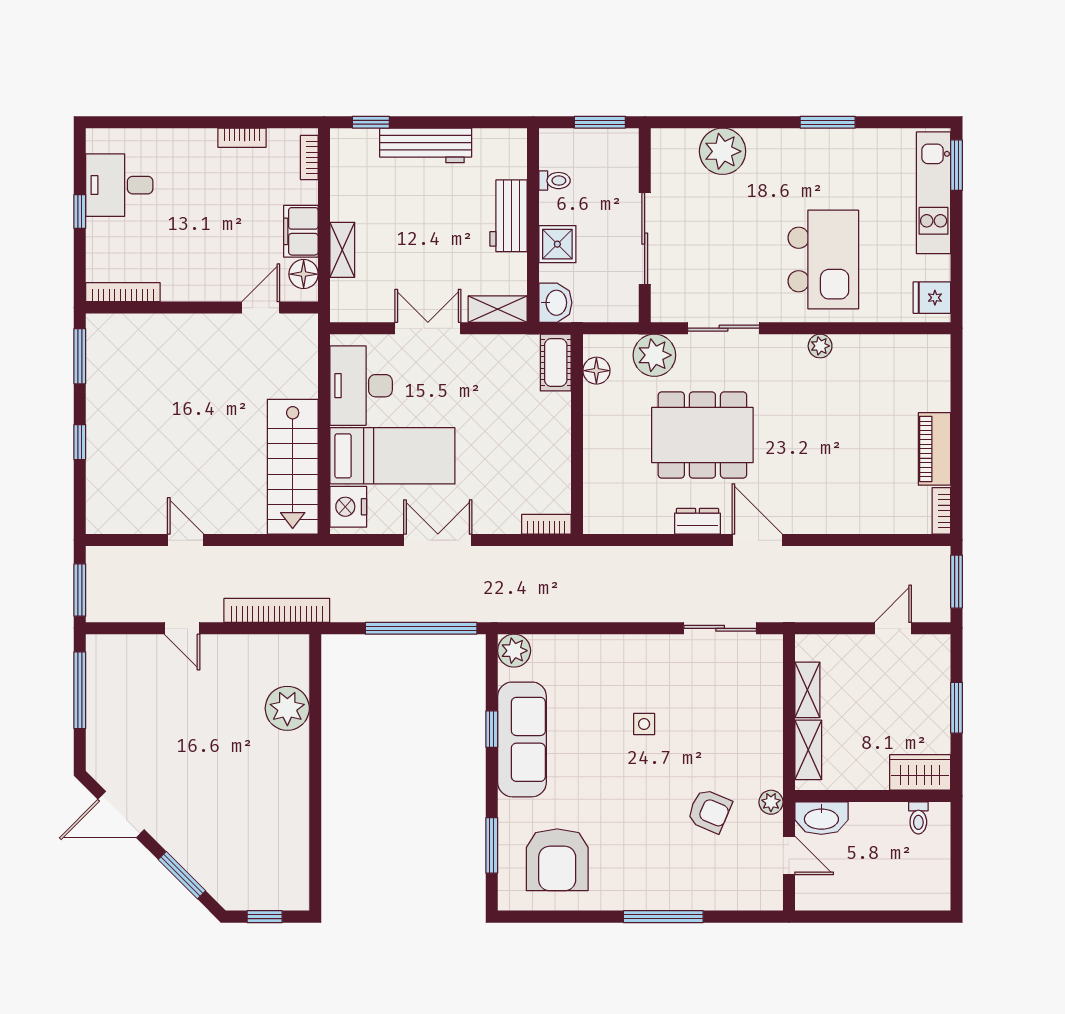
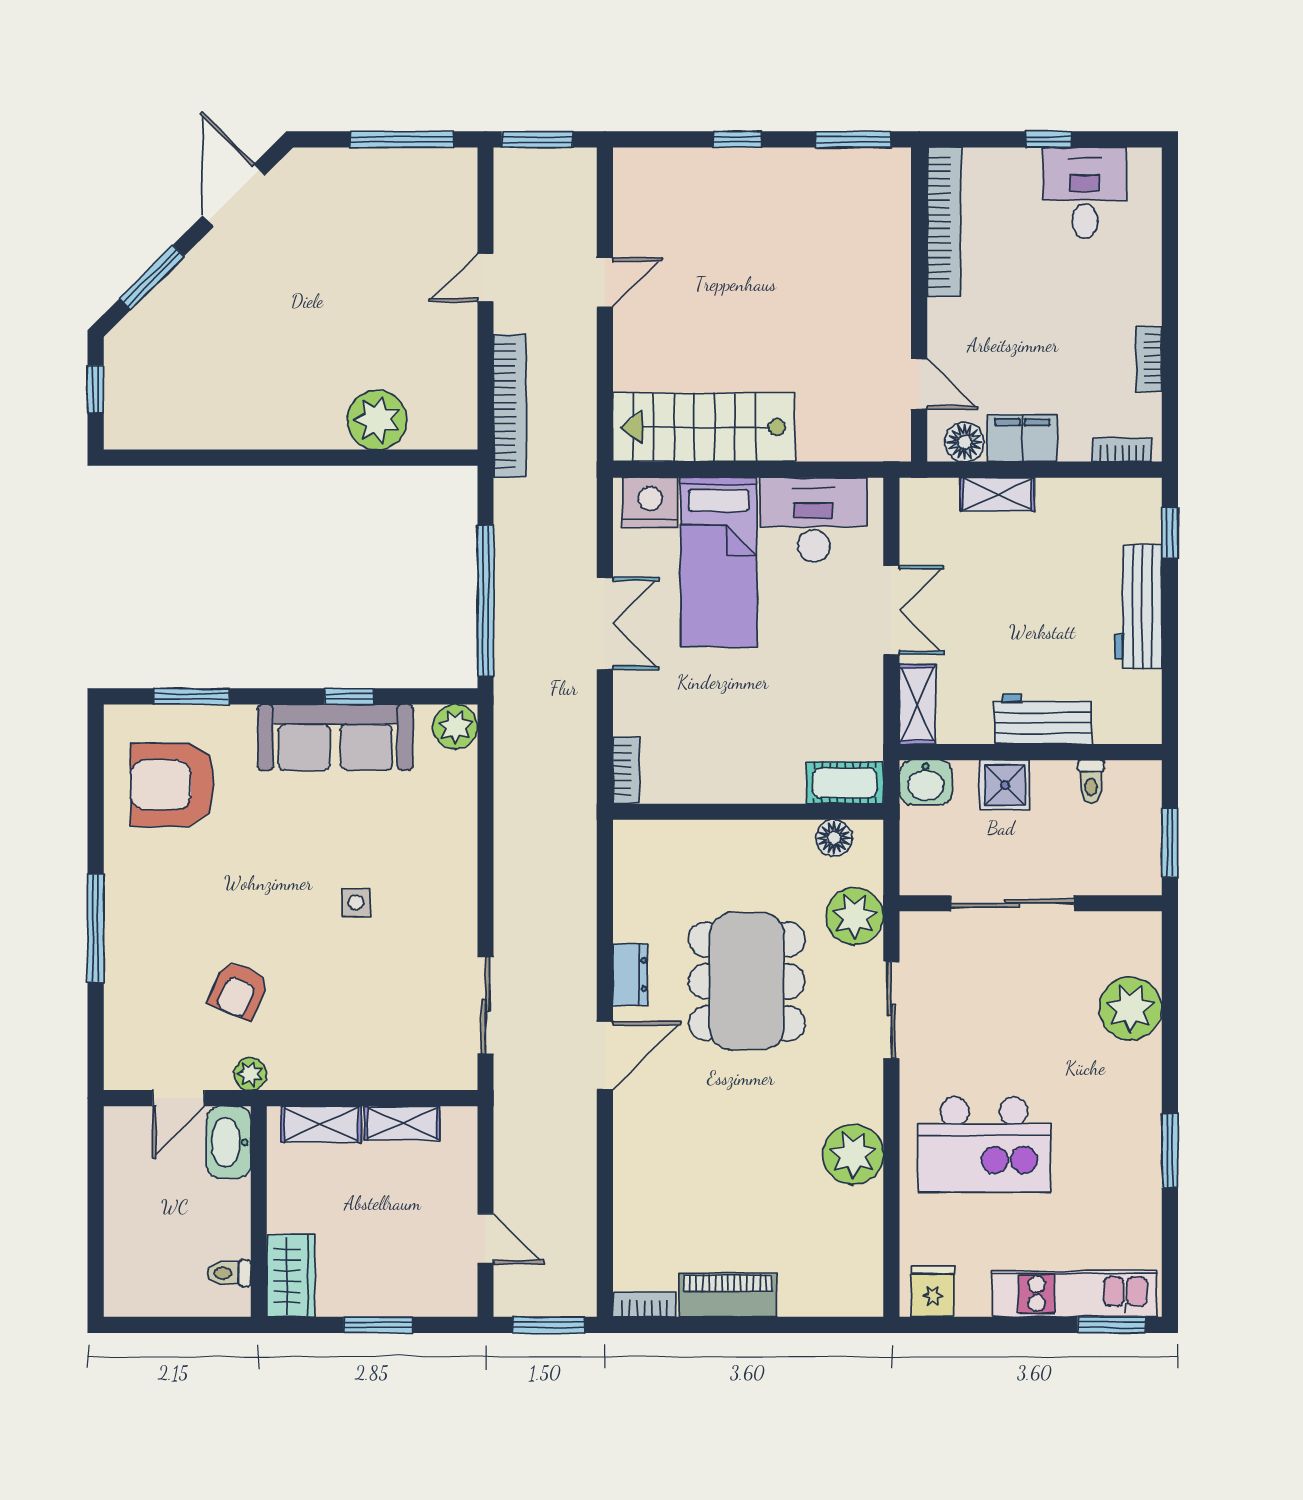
bookcase: (123, 292) -> (944, 222), width x1.48, depth x1.31
plant: (820, 346) -> (853, 1154), width x1.87, depth x1.87

